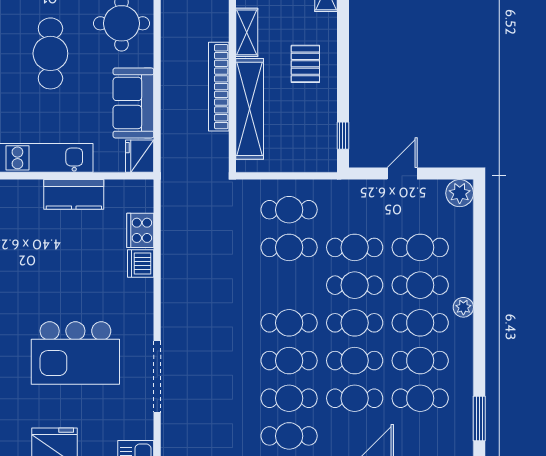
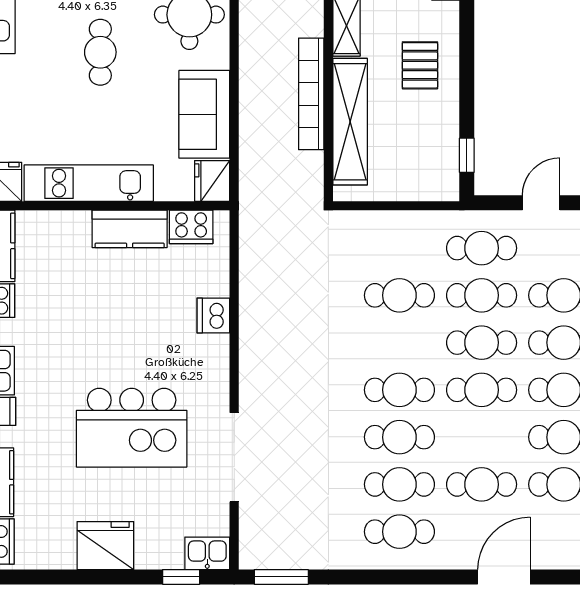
cafe table: (50, 53) -> (100, 52), width x0.73, depth x0.74
cafe table: (289, 210) -> (482, 248), moved
cooker: (140, 230) -> (191, 227), moved, turned -90
cafe table: (355, 361) -> (482, 437), removed

